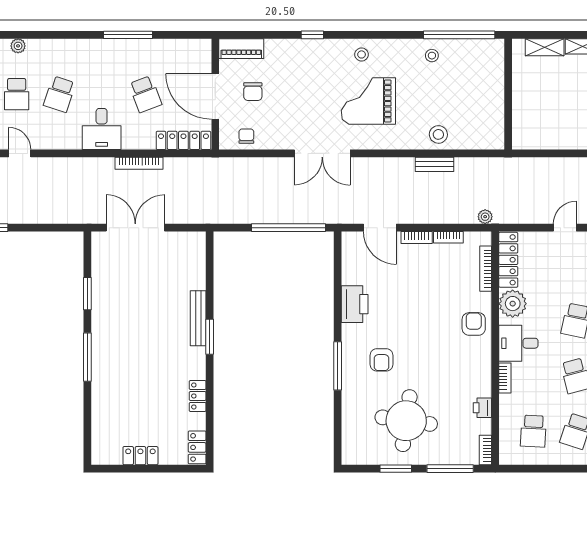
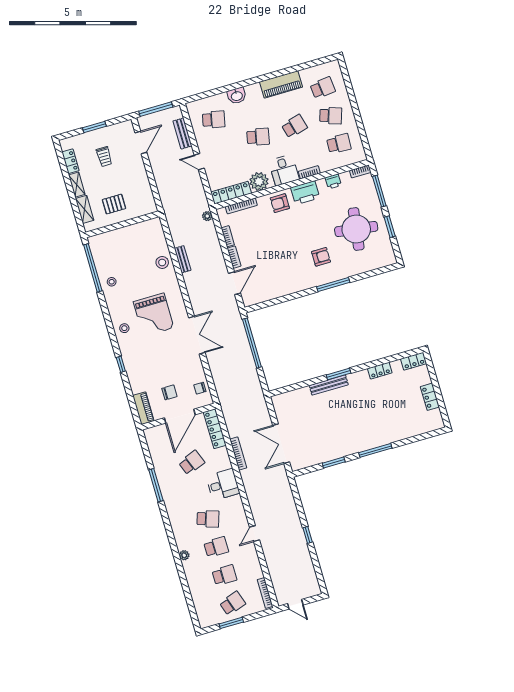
pallet: (540, 91) -> (114, 204), added
printer: (355, 304) -> (305, 193), moved, turned 180

